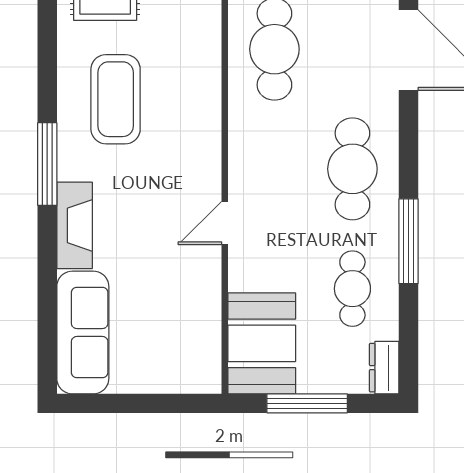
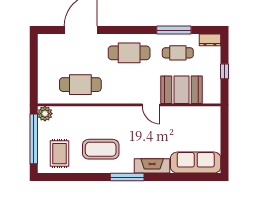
window: (408, 241) -> (174, 30), moved
booth: (262, 343) -> (182, 90), moved
window: (307, 403) -> (224, 71), width x0.46

